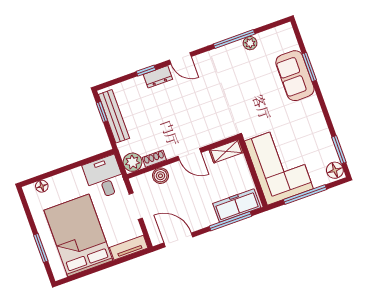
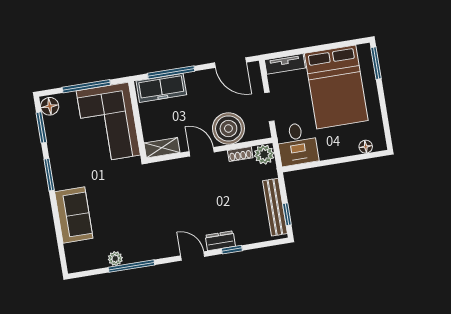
window: (309, 67) -> (49, 175), moved
boiler: (160, 176) -> (228, 128), width x1.86, depth x1.86
window: (41, 248) -> (376, 63), moved

